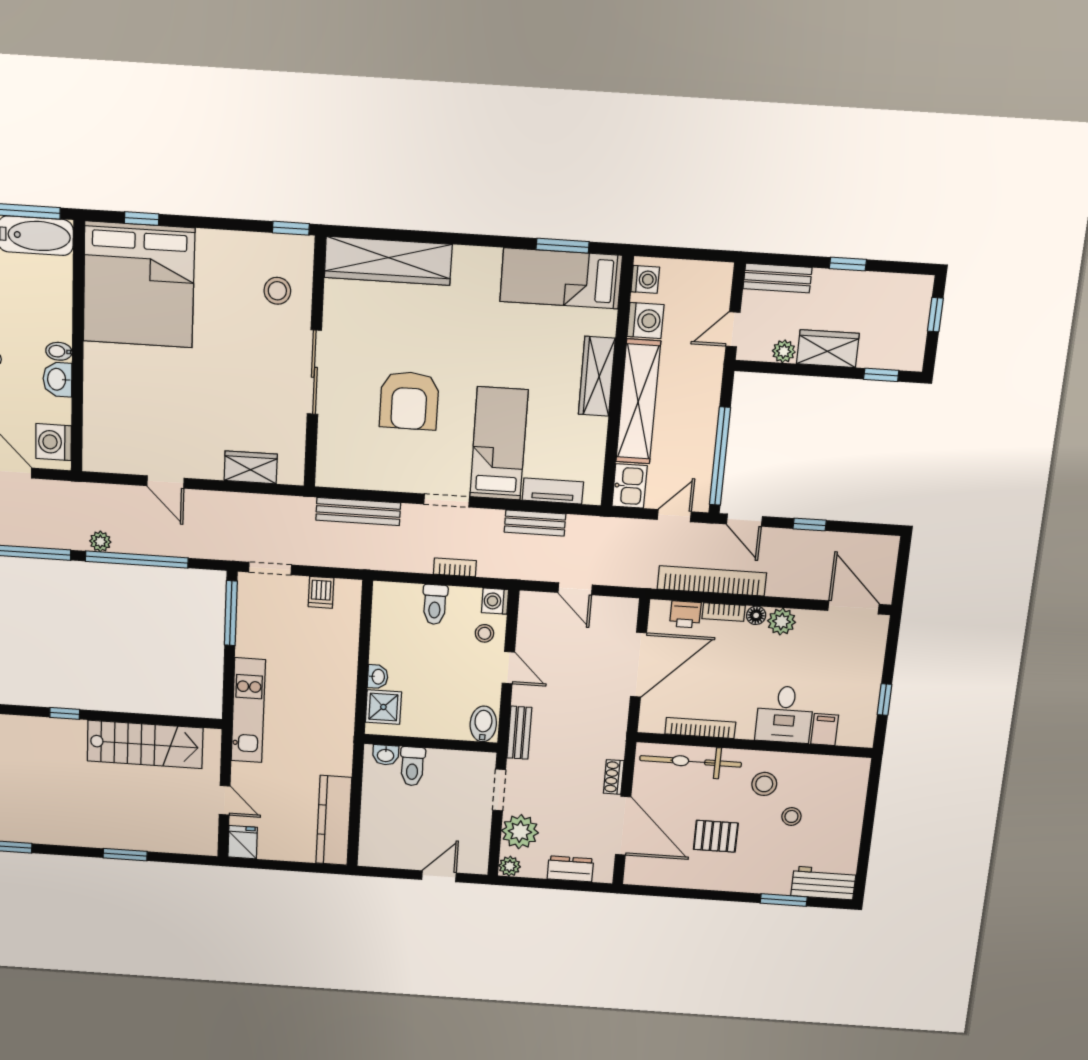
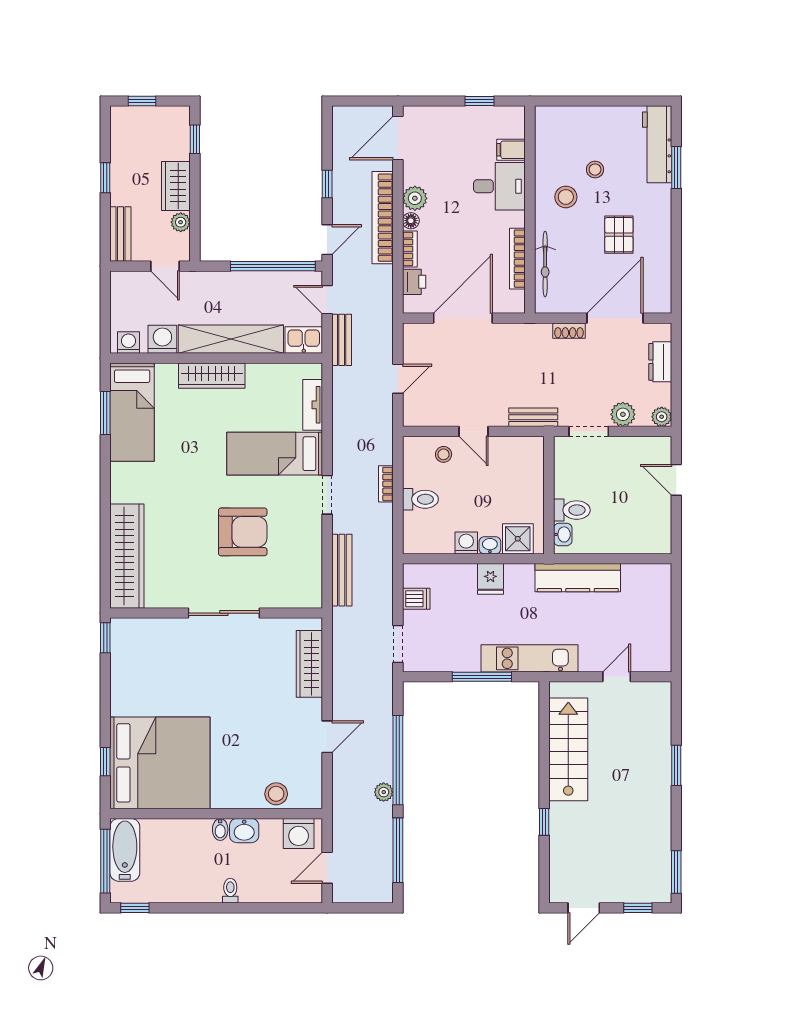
stool: (277, 291) -> (276, 794), moved
wardrobe: (251, 467) -> (309, 664), width x1.50
bench: (535, 523) -> (342, 340), moved
bookcase: (712, 581) -> (383, 218), moved
washing machine: (495, 601) -> (466, 543), moved, turned 180
window: (231, 613) -> (482, 677), moved
door: (638, 665) -> (463, 318), hinge flipped
door: (508, 668) -> (473, 431), swing flipped
bidet: (483, 724) -> (527, 450), removed
bicycle: (691, 761) -> (545, 264), width x0.73, depth x0.71
kitchen counter: (334, 820) -> (578, 578), moved
plant: (520, 832) -> (623, 414), width x0.73, depth x0.73
fridge: (243, 842) -> (490, 579), moved, turned -90
workbench: (823, 883) -> (657, 144), width x1.38

